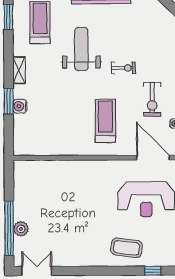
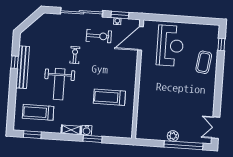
weight bench: (81, 49) -> (59, 84), turned -90
water cooler: (20, 106) -> (87, 130), moved
treadmill: (105, 121) -> (109, 97), moved
plant: (21, 229) -> (173, 136), moved

